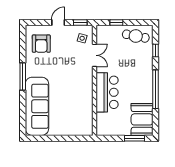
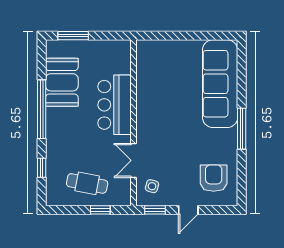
cafe table: (136, 36) -> (87, 183), moved
booth: (142, 119) -> (62, 82), moved

